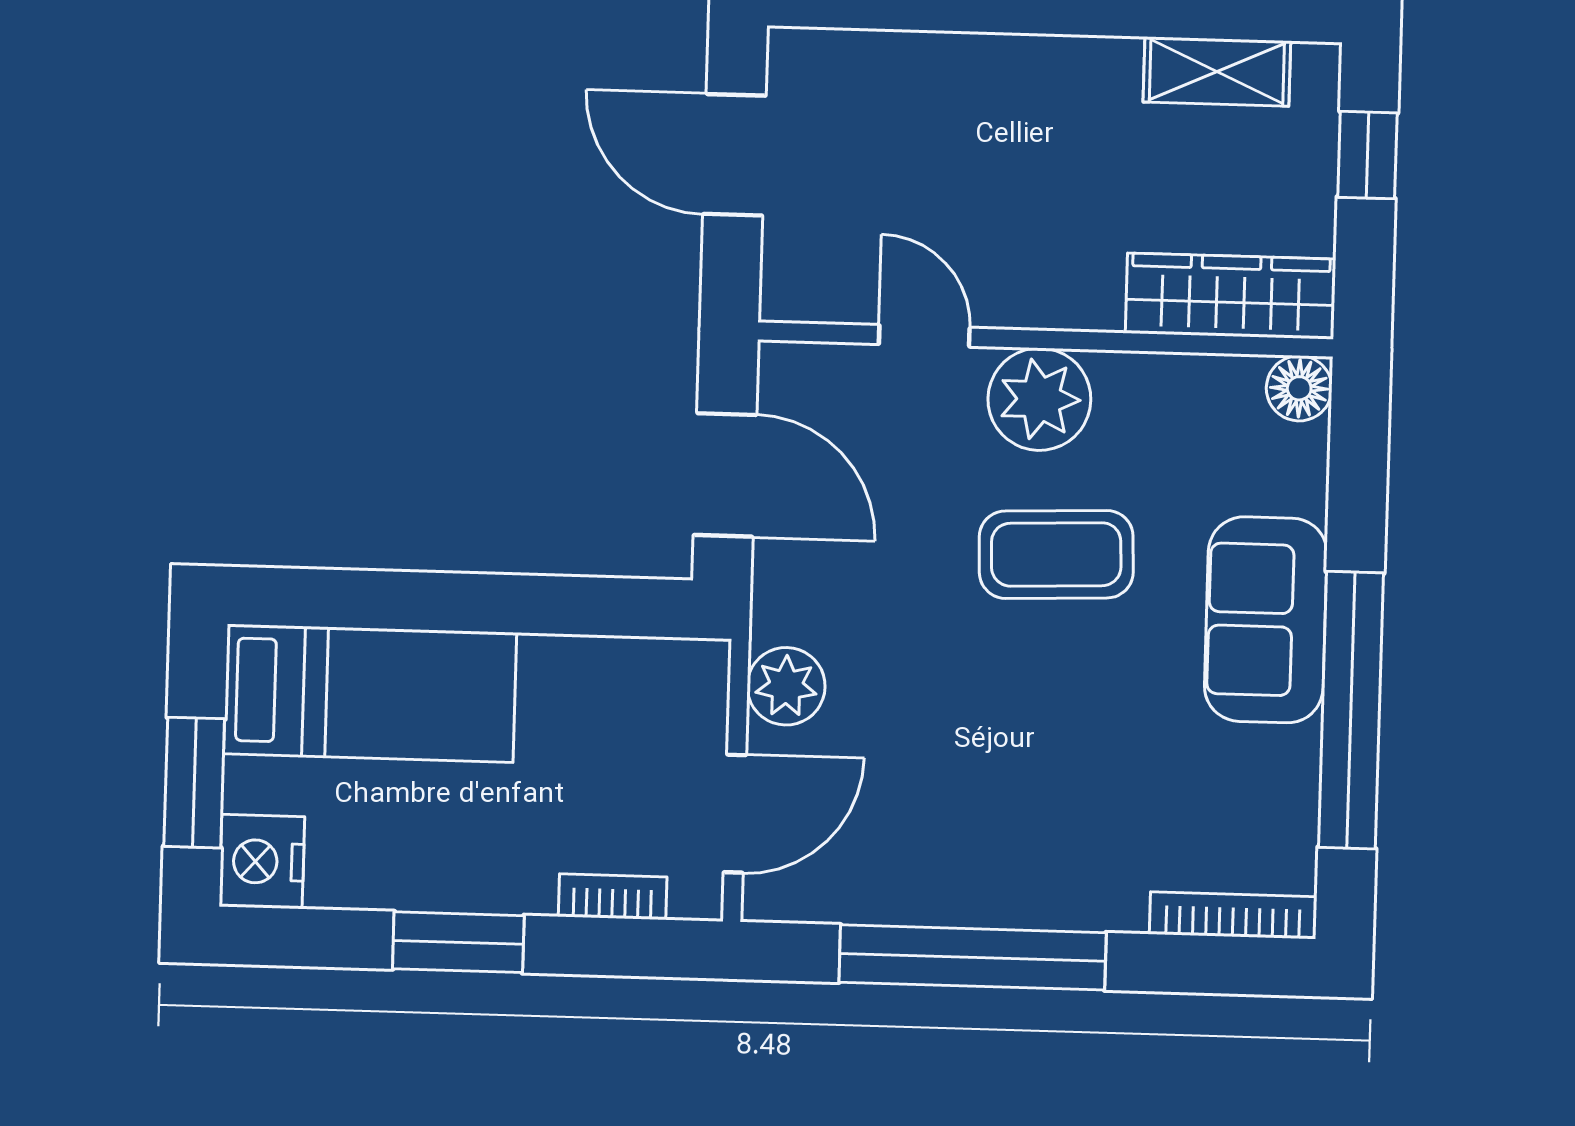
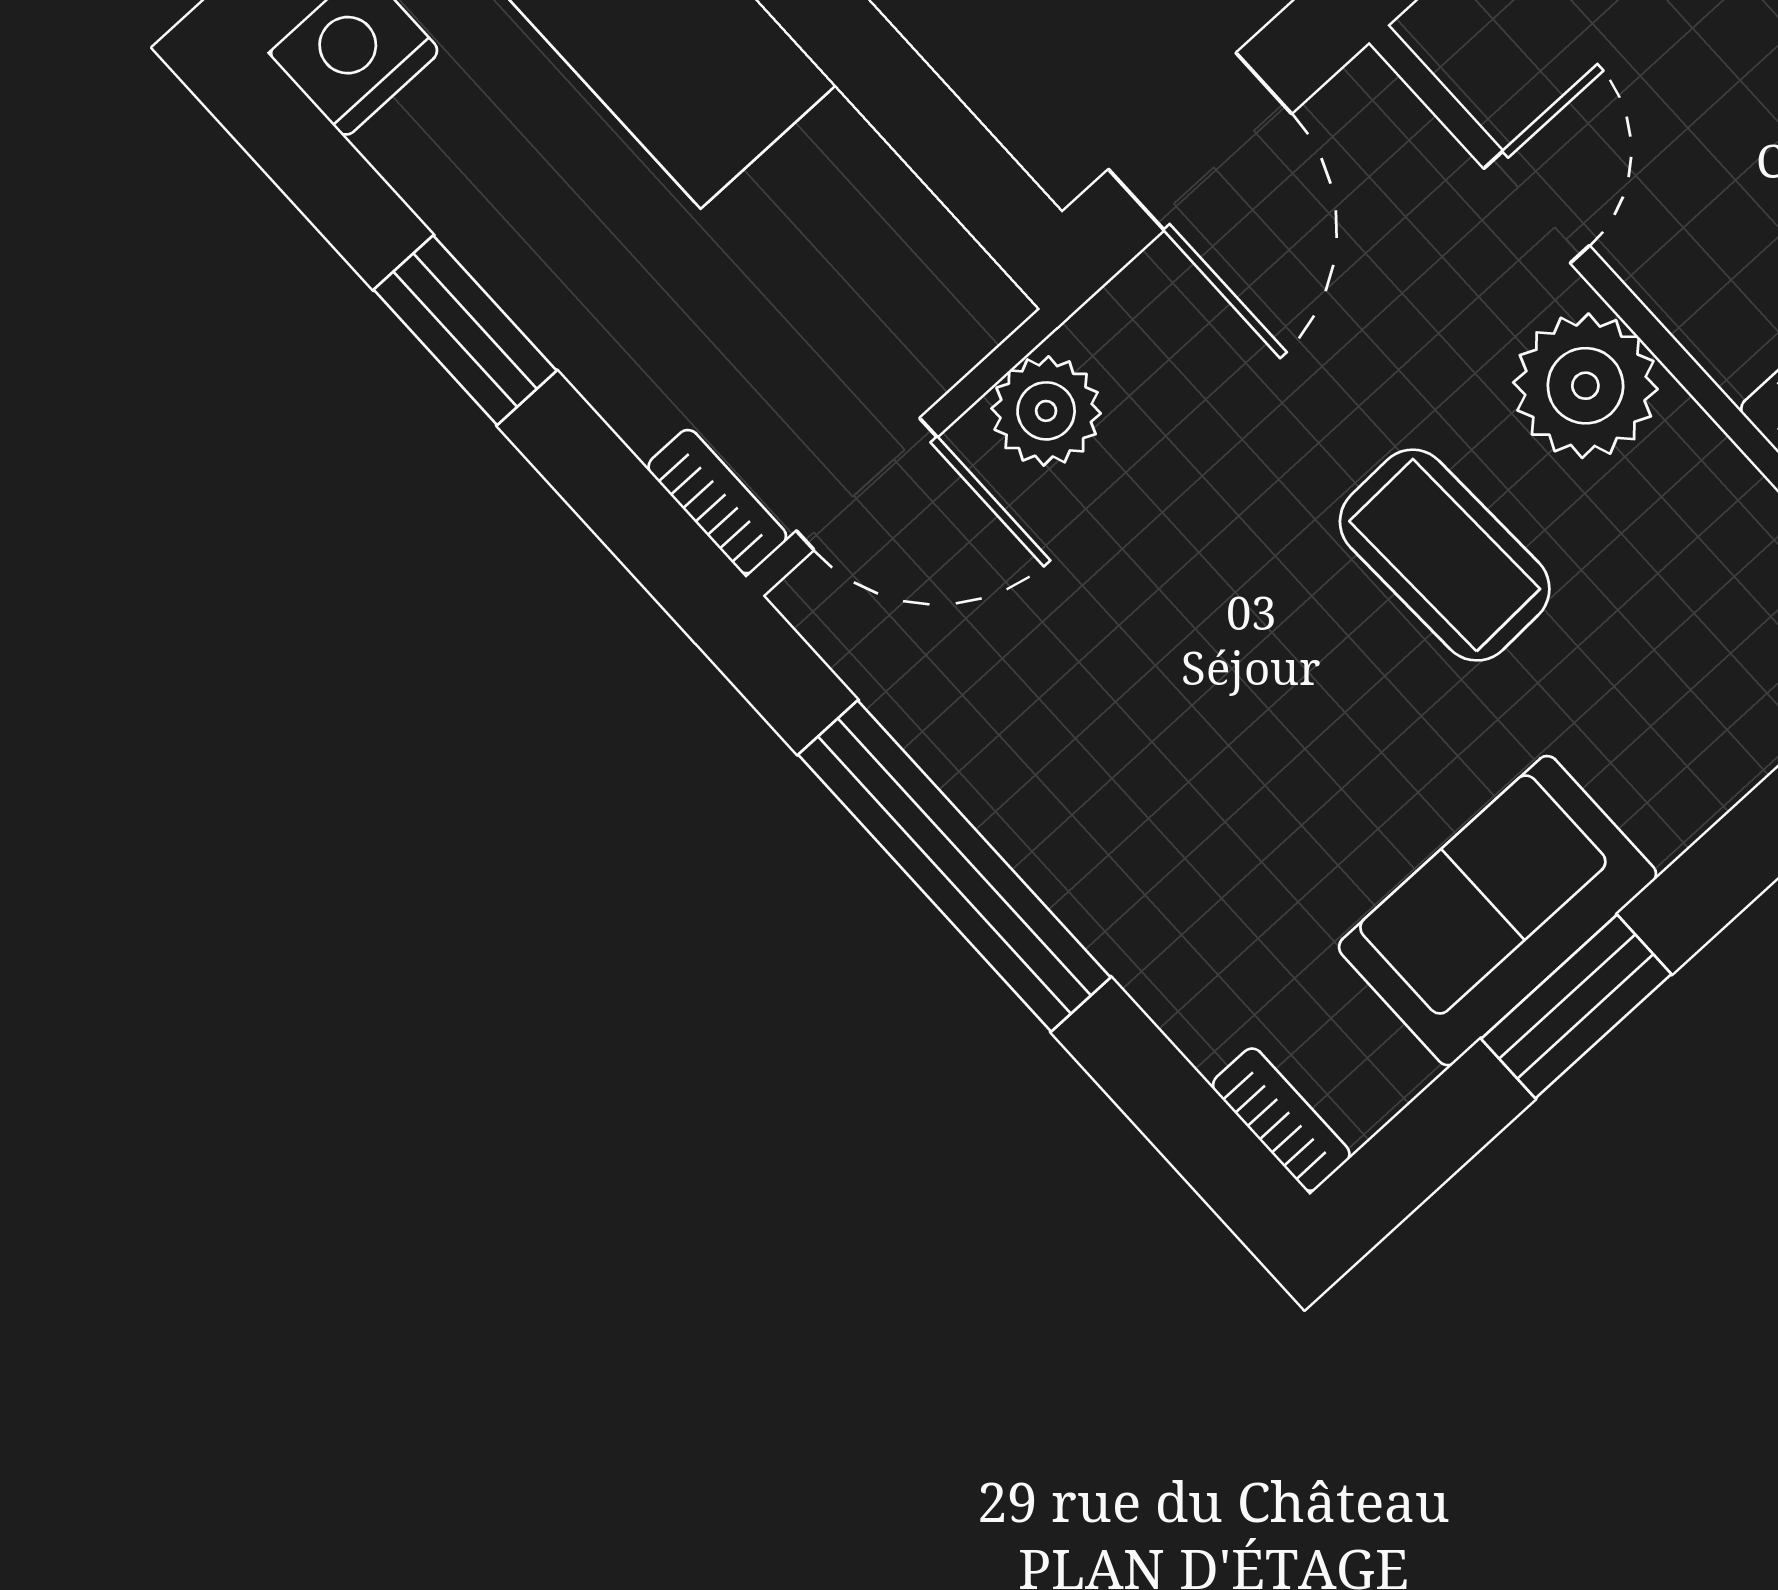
sofa: (1266, 620) -> (1498, 911), moved
window: (1351, 710) -> (1576, 1006), width x0.47
bookcase: (613, 897) -> (717, 502), moved
bookcase: (1233, 915) -> (1281, 1120), width x0.64

